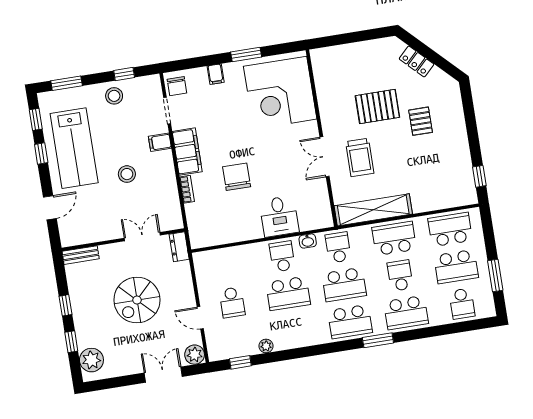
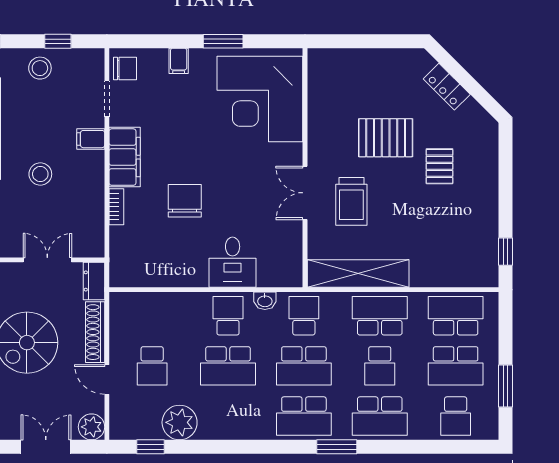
chair: (177, 86) -> (125, 69), turned -90
school desk: (400, 276) -> (380, 366), turned 180
shoe rack: (186, 284) -> (95, 332), added
plant: (266, 346) -> (180, 422), width x1.87, depth x1.87

